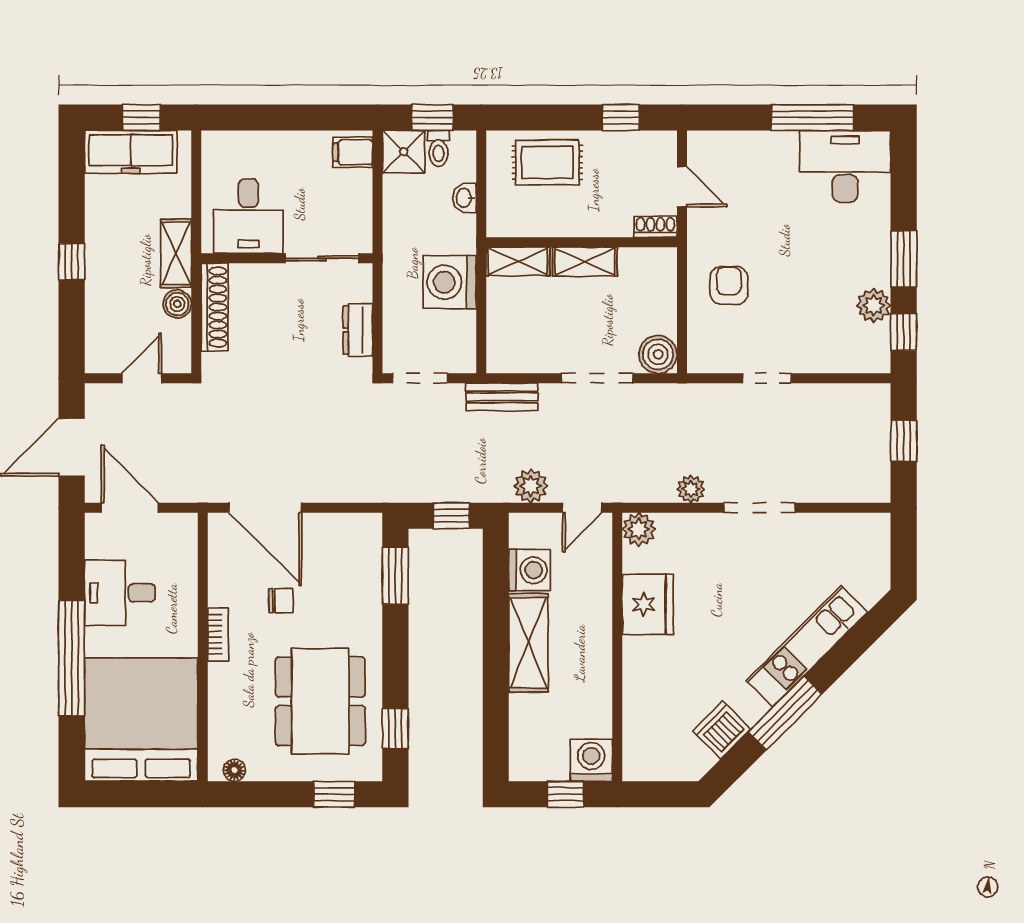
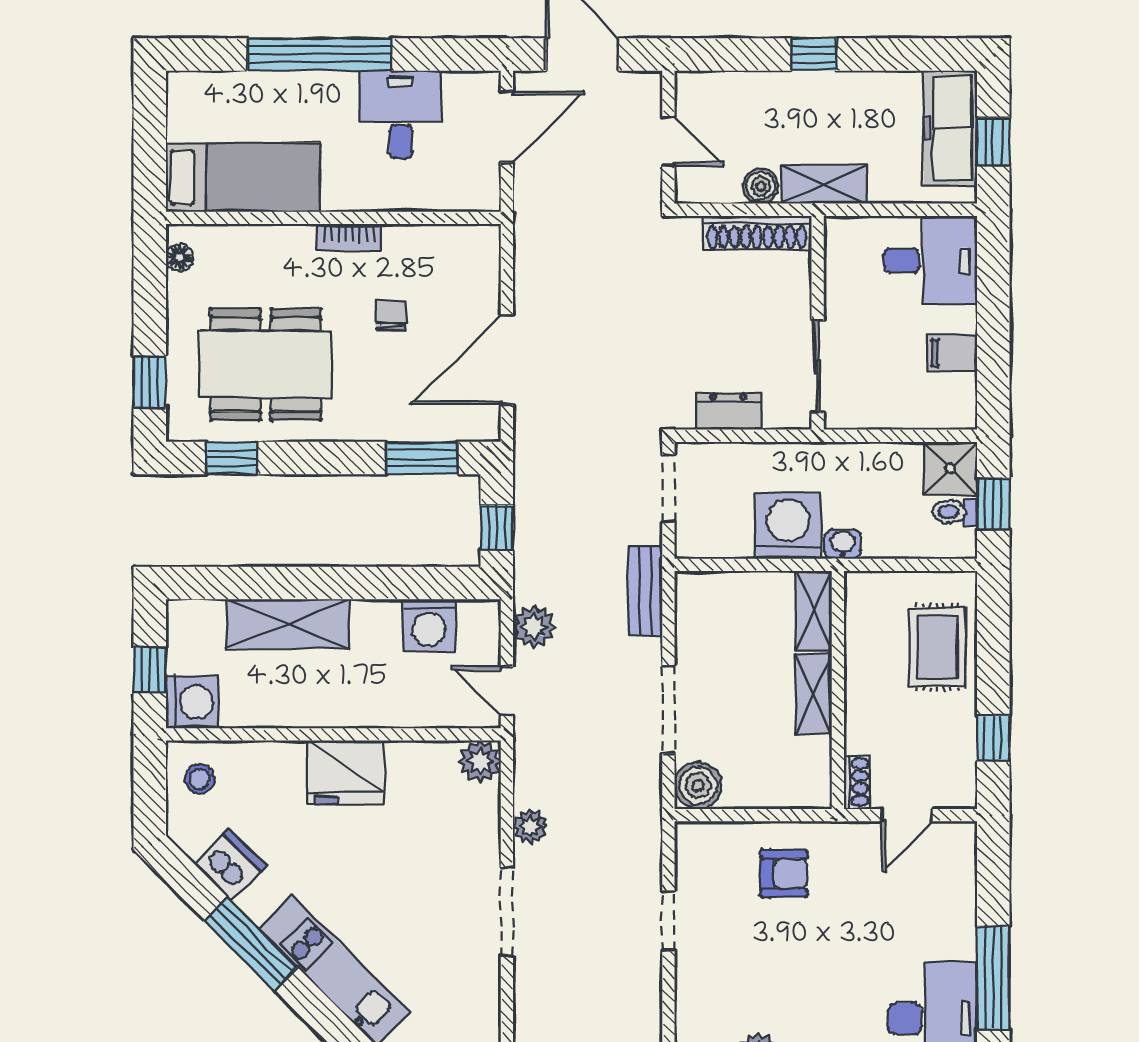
filing cabinet: (353, 152) -> (952, 353), moved, turned -90
washbasin: (464, 198) -> (843, 544), moved
desk: (248, 216) -> (930, 261), moved, turned 180
door: (265, 508) -> (507, 359), moved
chair: (281, 601) -> (391, 315), turned 180
fridge: (648, 604) -> (346, 772), moved
shelving: (528, 643) -> (288, 624), moved
bed: (141, 720) -> (243, 177), width x0.49
stool: (653, 754) -> (200, 779), added

